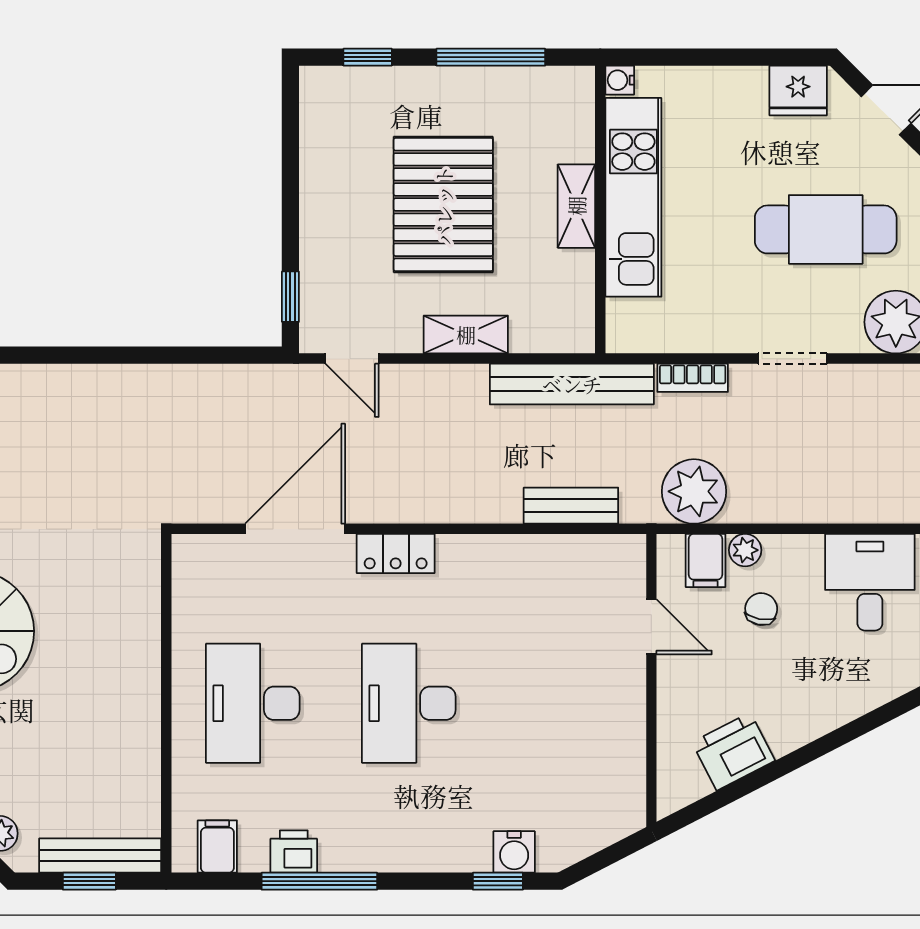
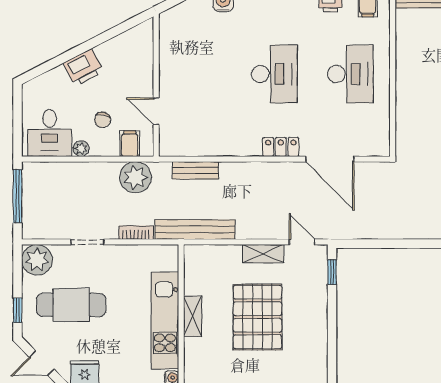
shelving: (466, 334) -> (263, 254), moved
door: (295, 529) -> (330, 159), hinge flipped
plant: (745, 550) -> (81, 149), moved
printer: (734, 751) -> (83, 67), moved

